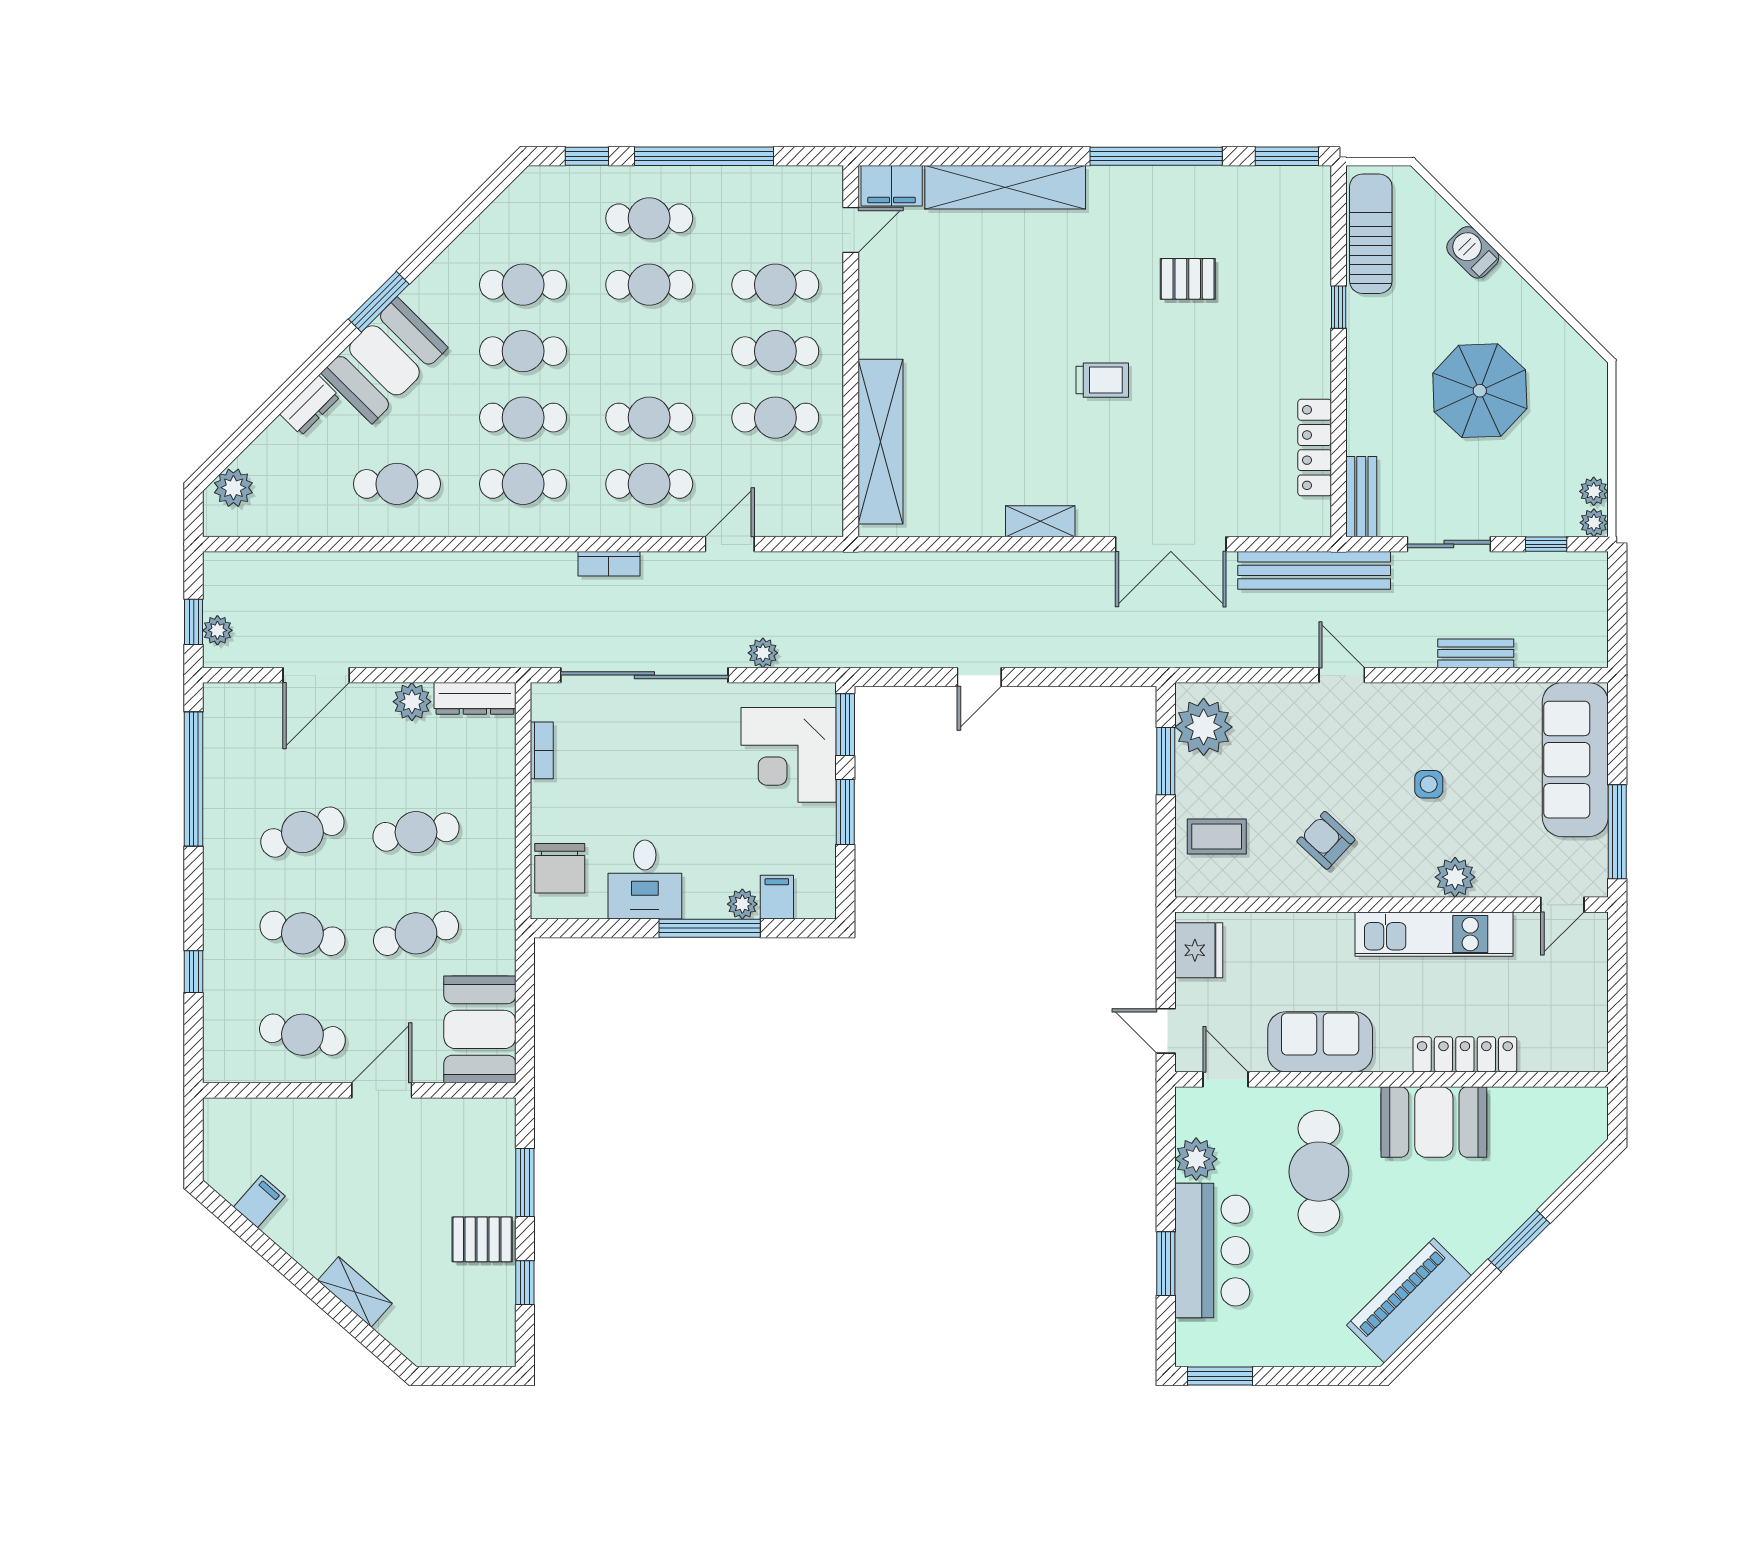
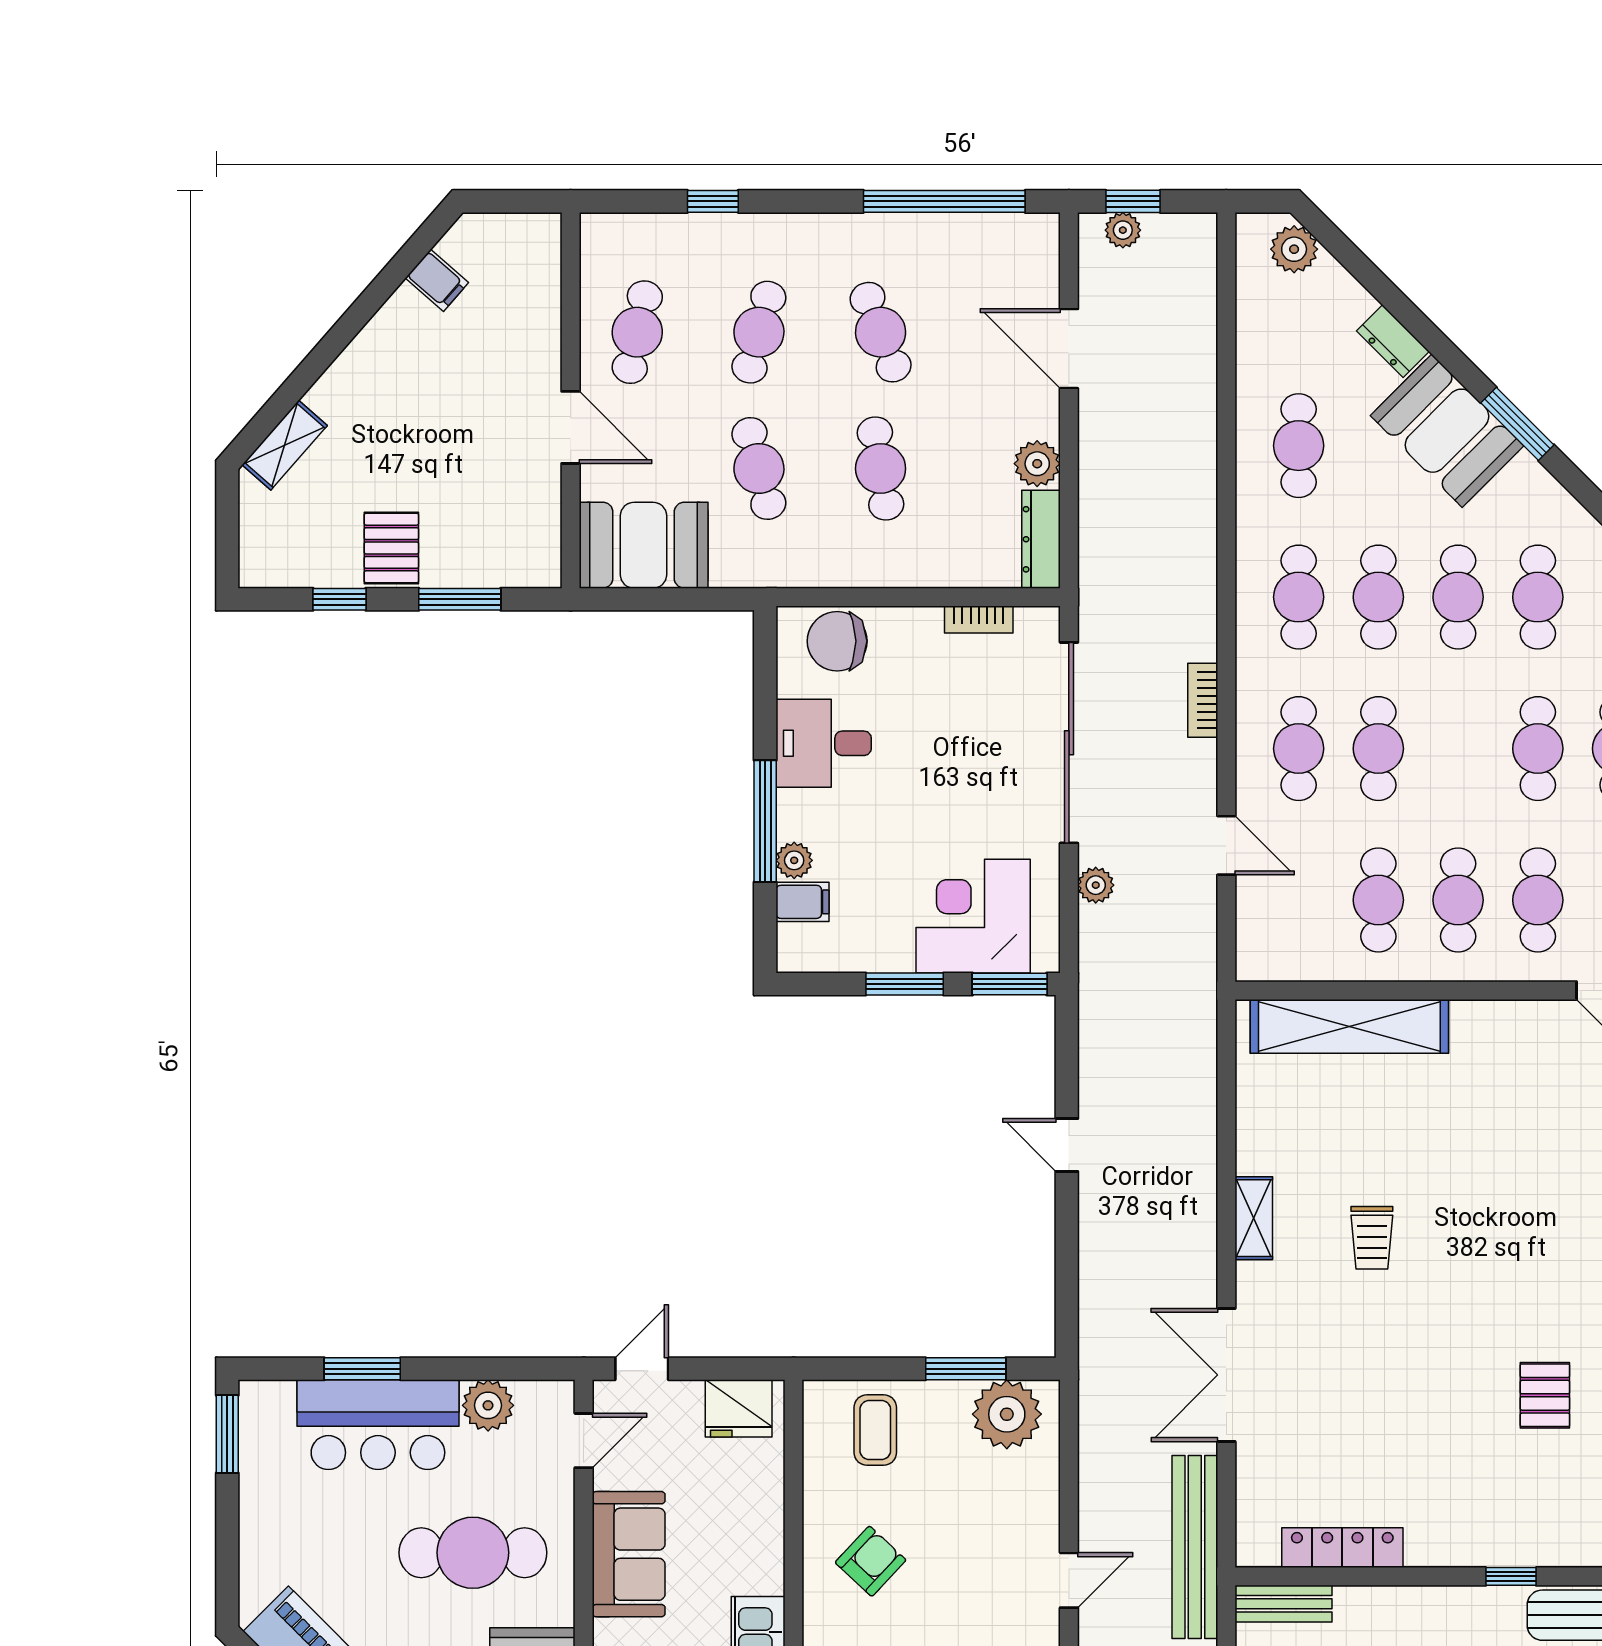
trolley: (1102, 380) -> (1372, 1238), moved
shelving: (355, 1292) -> (285, 445), moved

